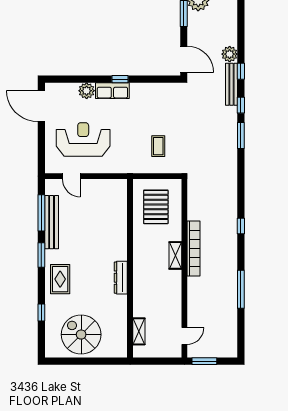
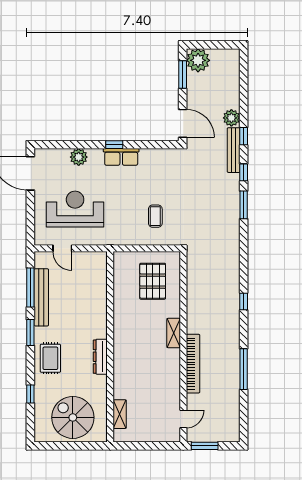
row of seats: (112, 91) -> (121, 157), moved
bookcase: (194, 249) -> (193, 364), moved
wall: (130, 268) -> (110, 347), moved
dresser: (121, 278) -> (100, 357), moved
shelving: (139, 331) -> (120, 414), moved

